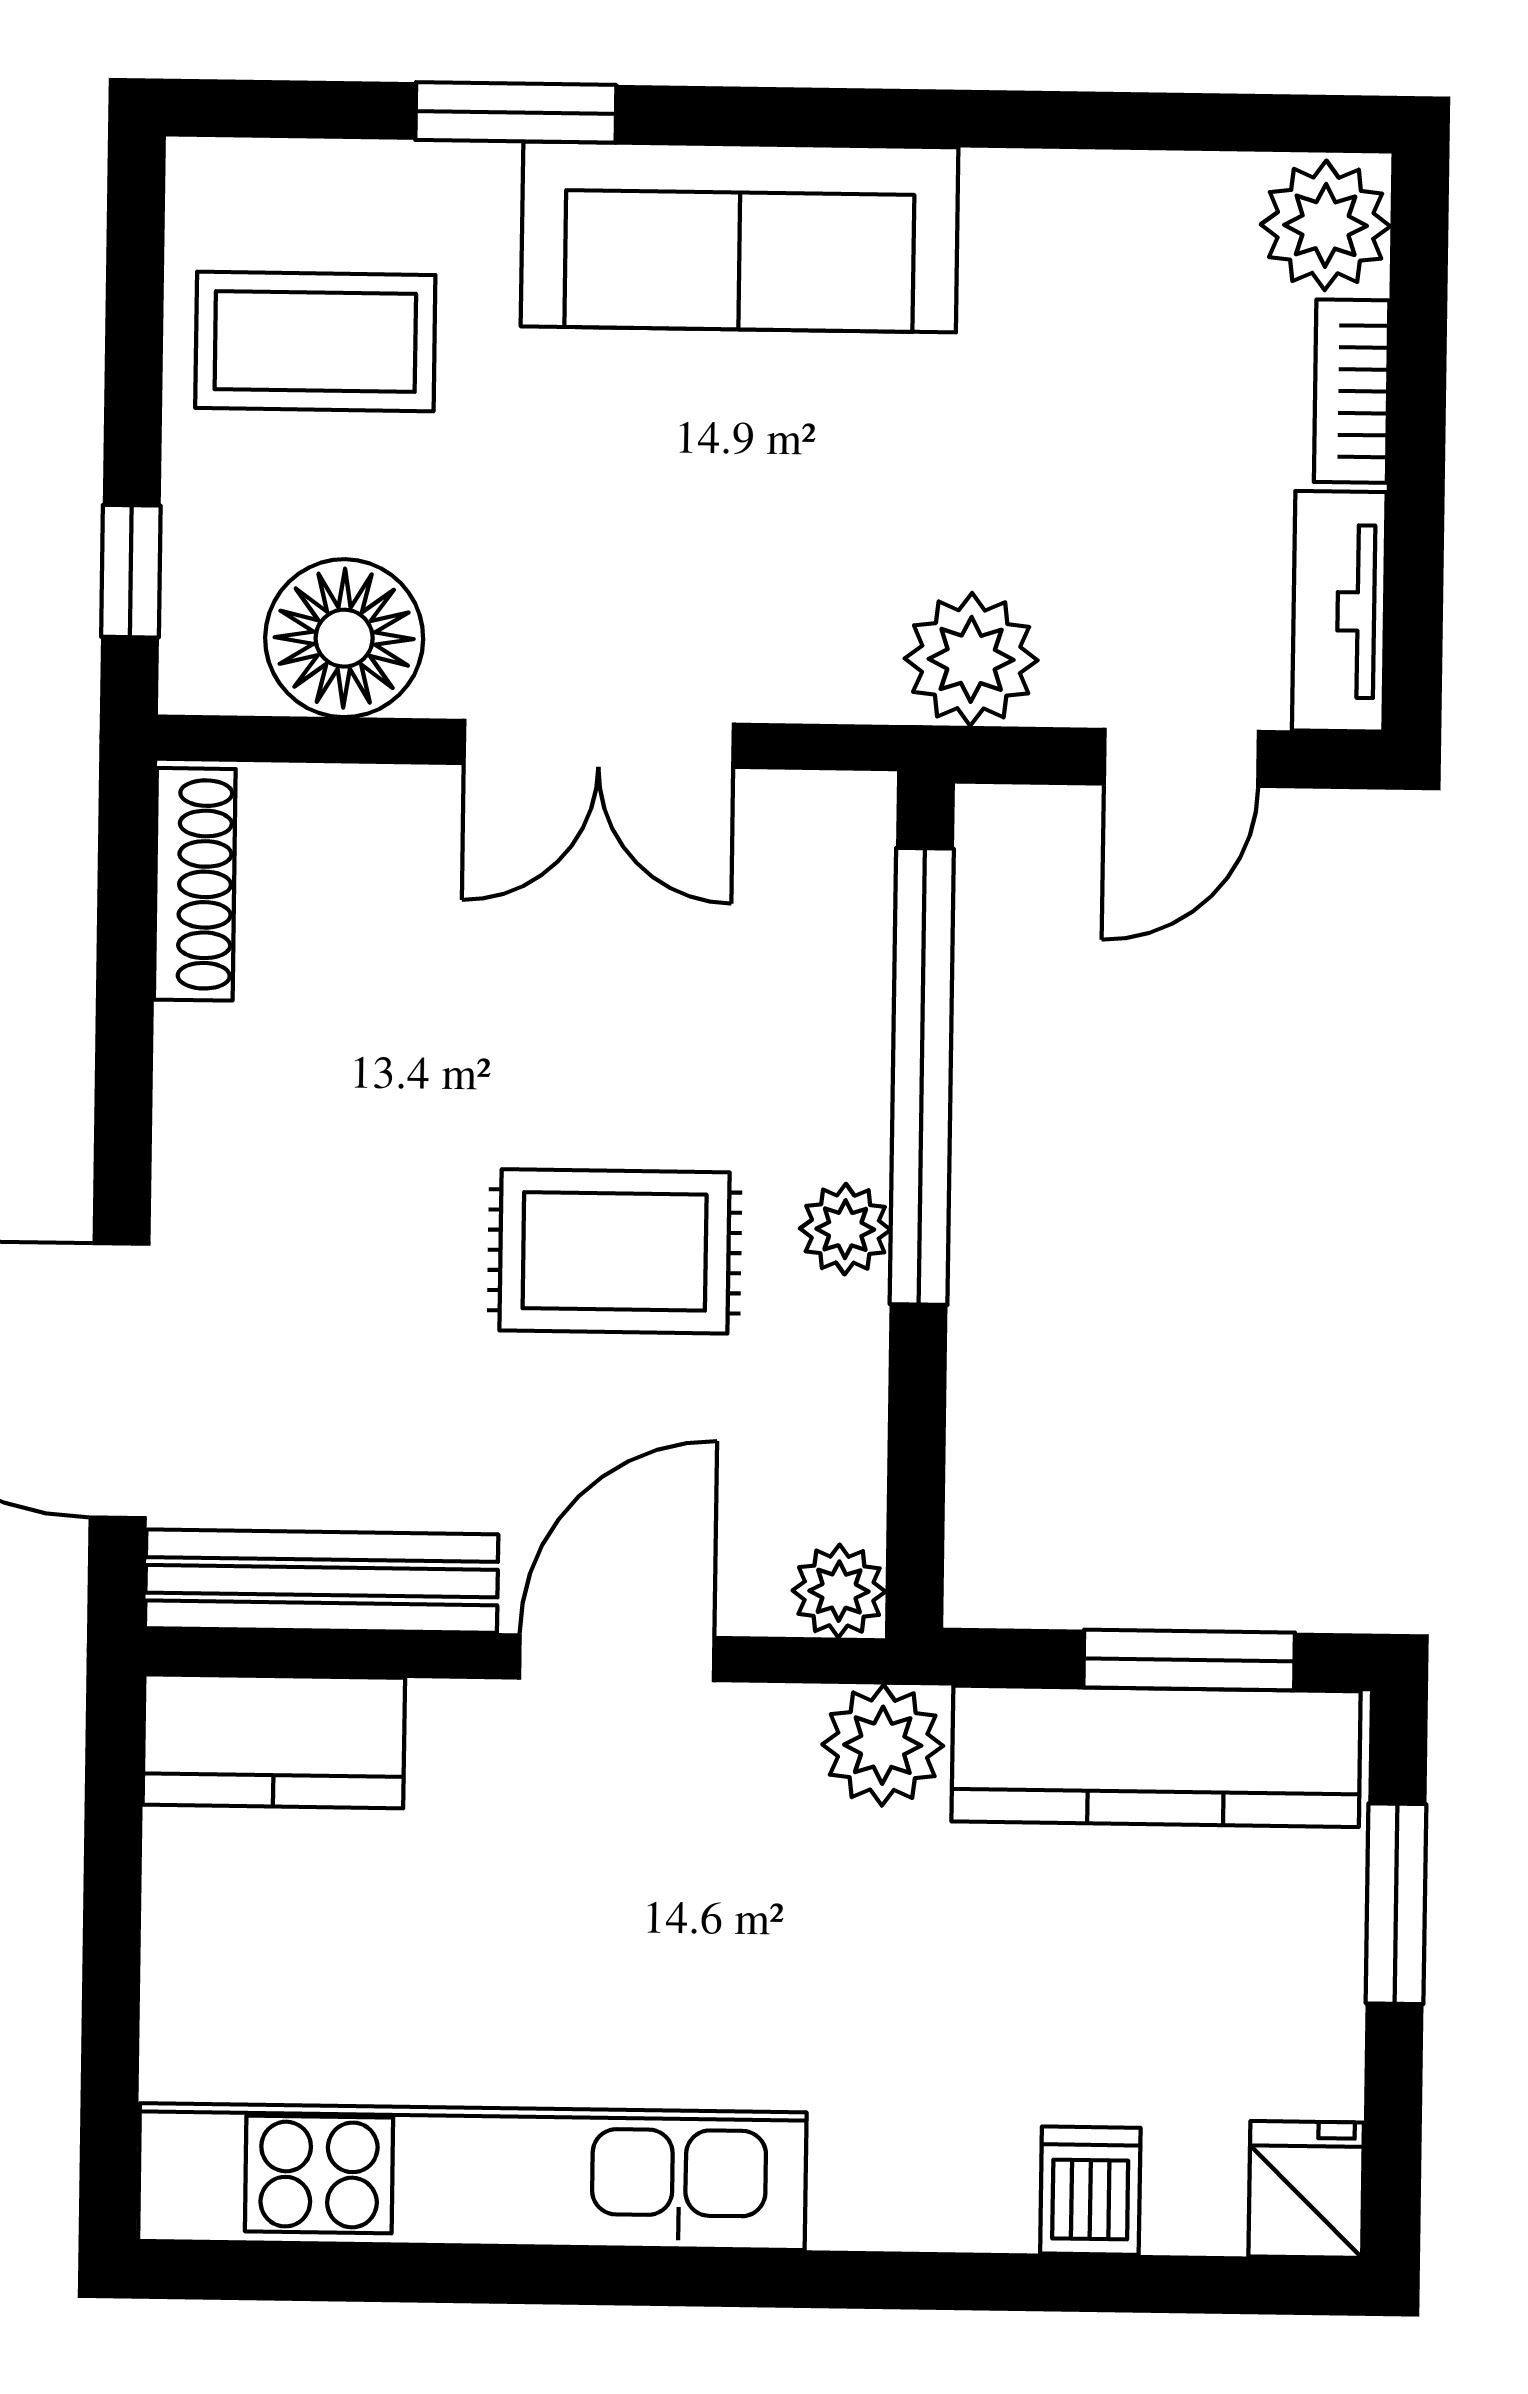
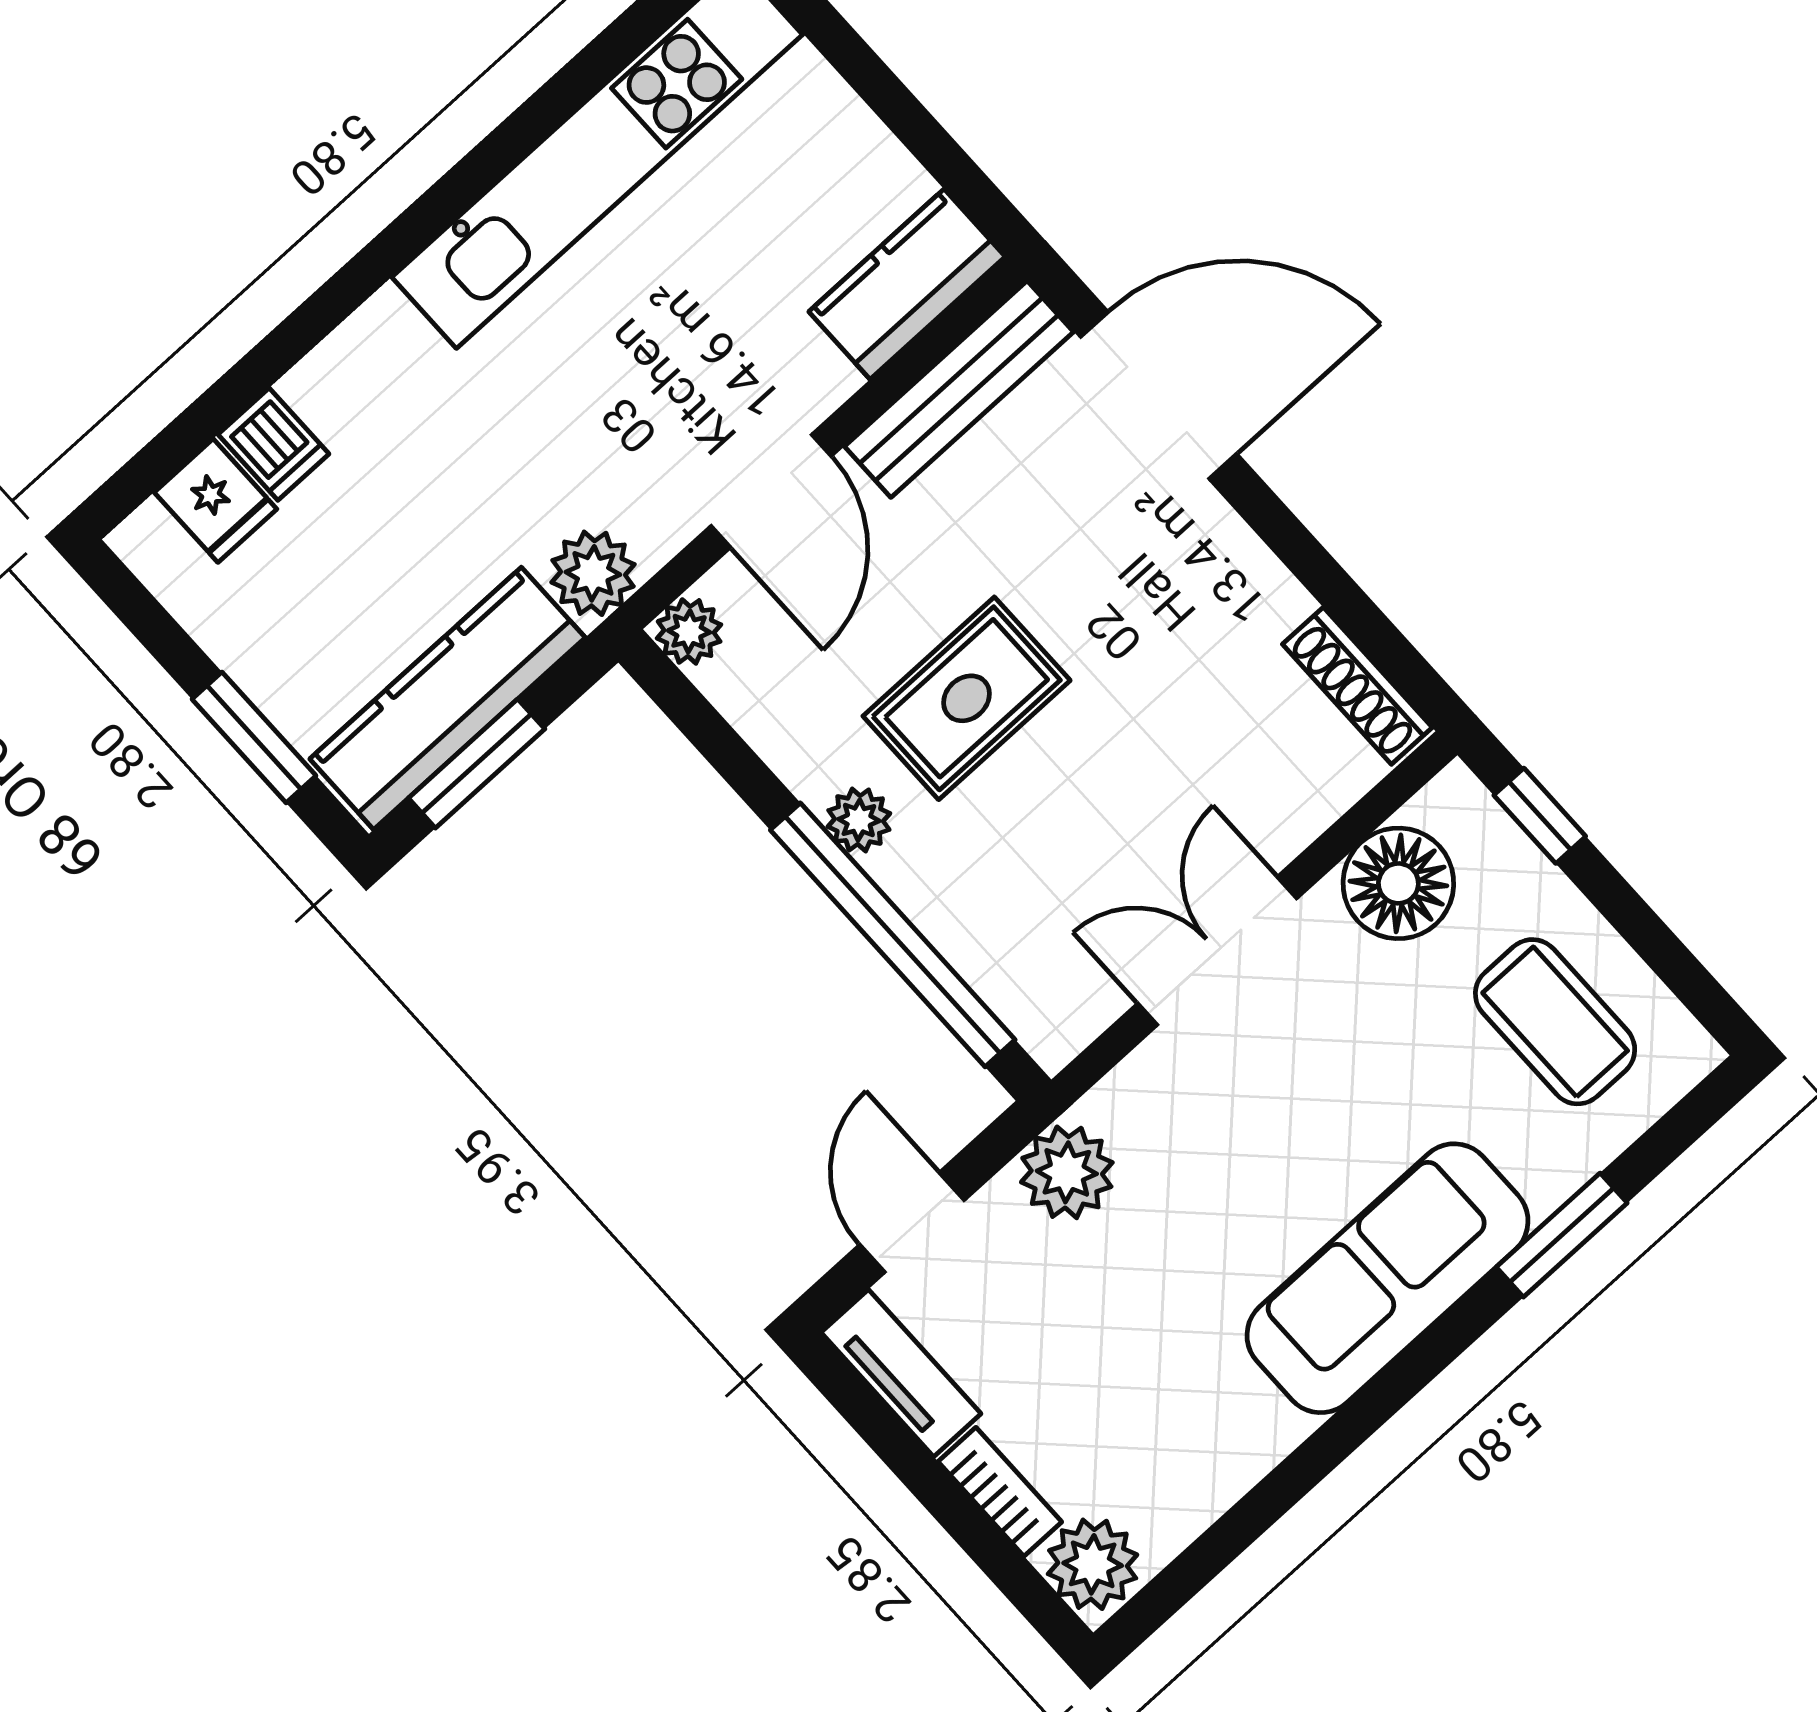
coffee table: (315, 341) -> (1555, 1022), turned 90
fridge: (1306, 2189) -> (216, 501), moved

